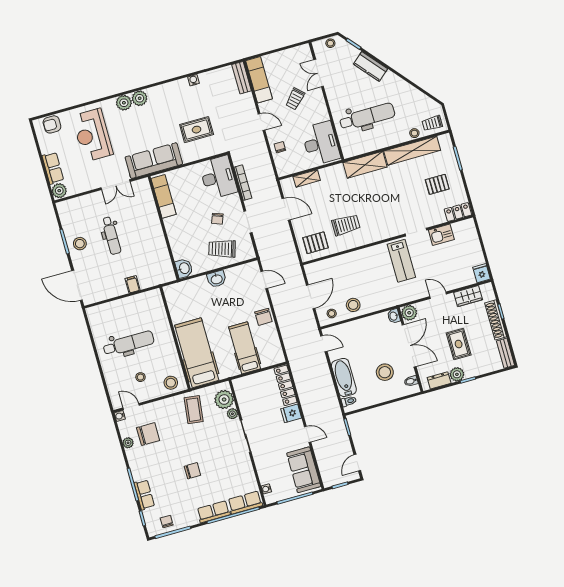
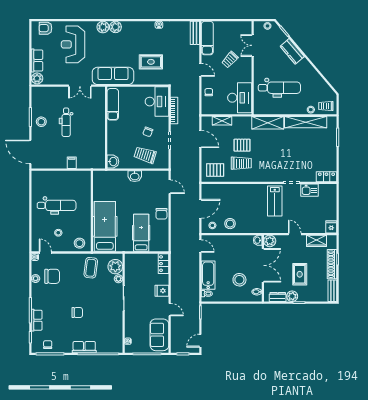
pallet: (437, 184) -> (242, 145), moved
locker: (286, 385) -> (164, 264), width x0.66
row of seats: (245, 502) -> (109, 347), removed

